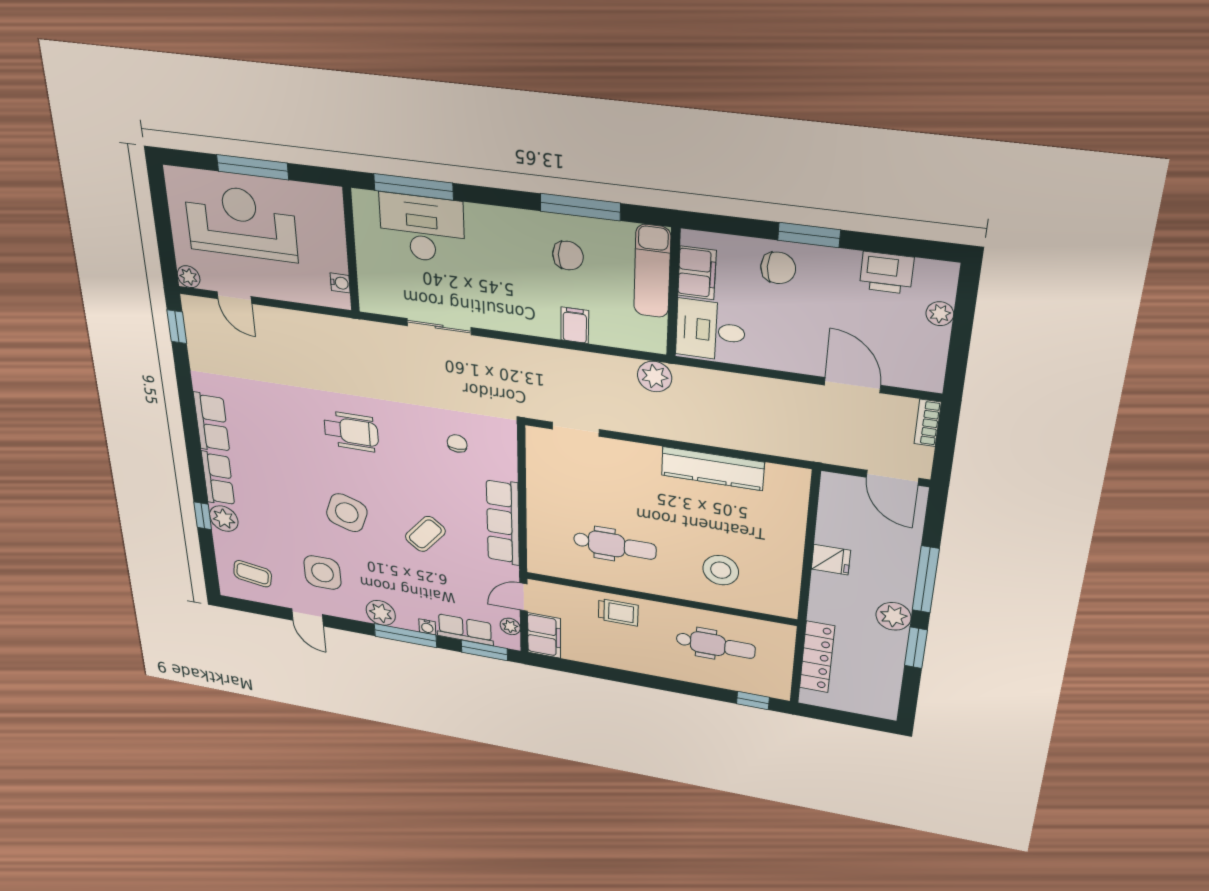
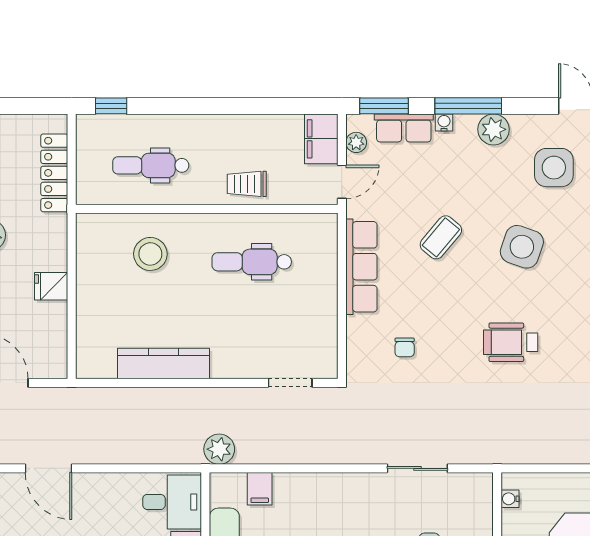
filing cabinet: (575, 325) -> (260, 489), moved

